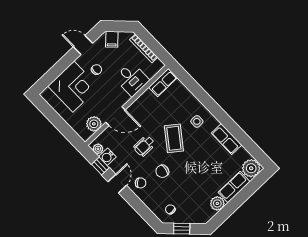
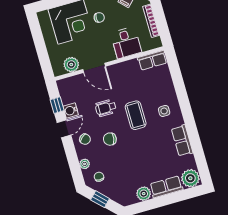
coffee table: (174, 138) -> (136, 115), turned -37
plant: (98, 149) -> (85, 164), moved
water cooler: (107, 157) -> (71, 110), moved

